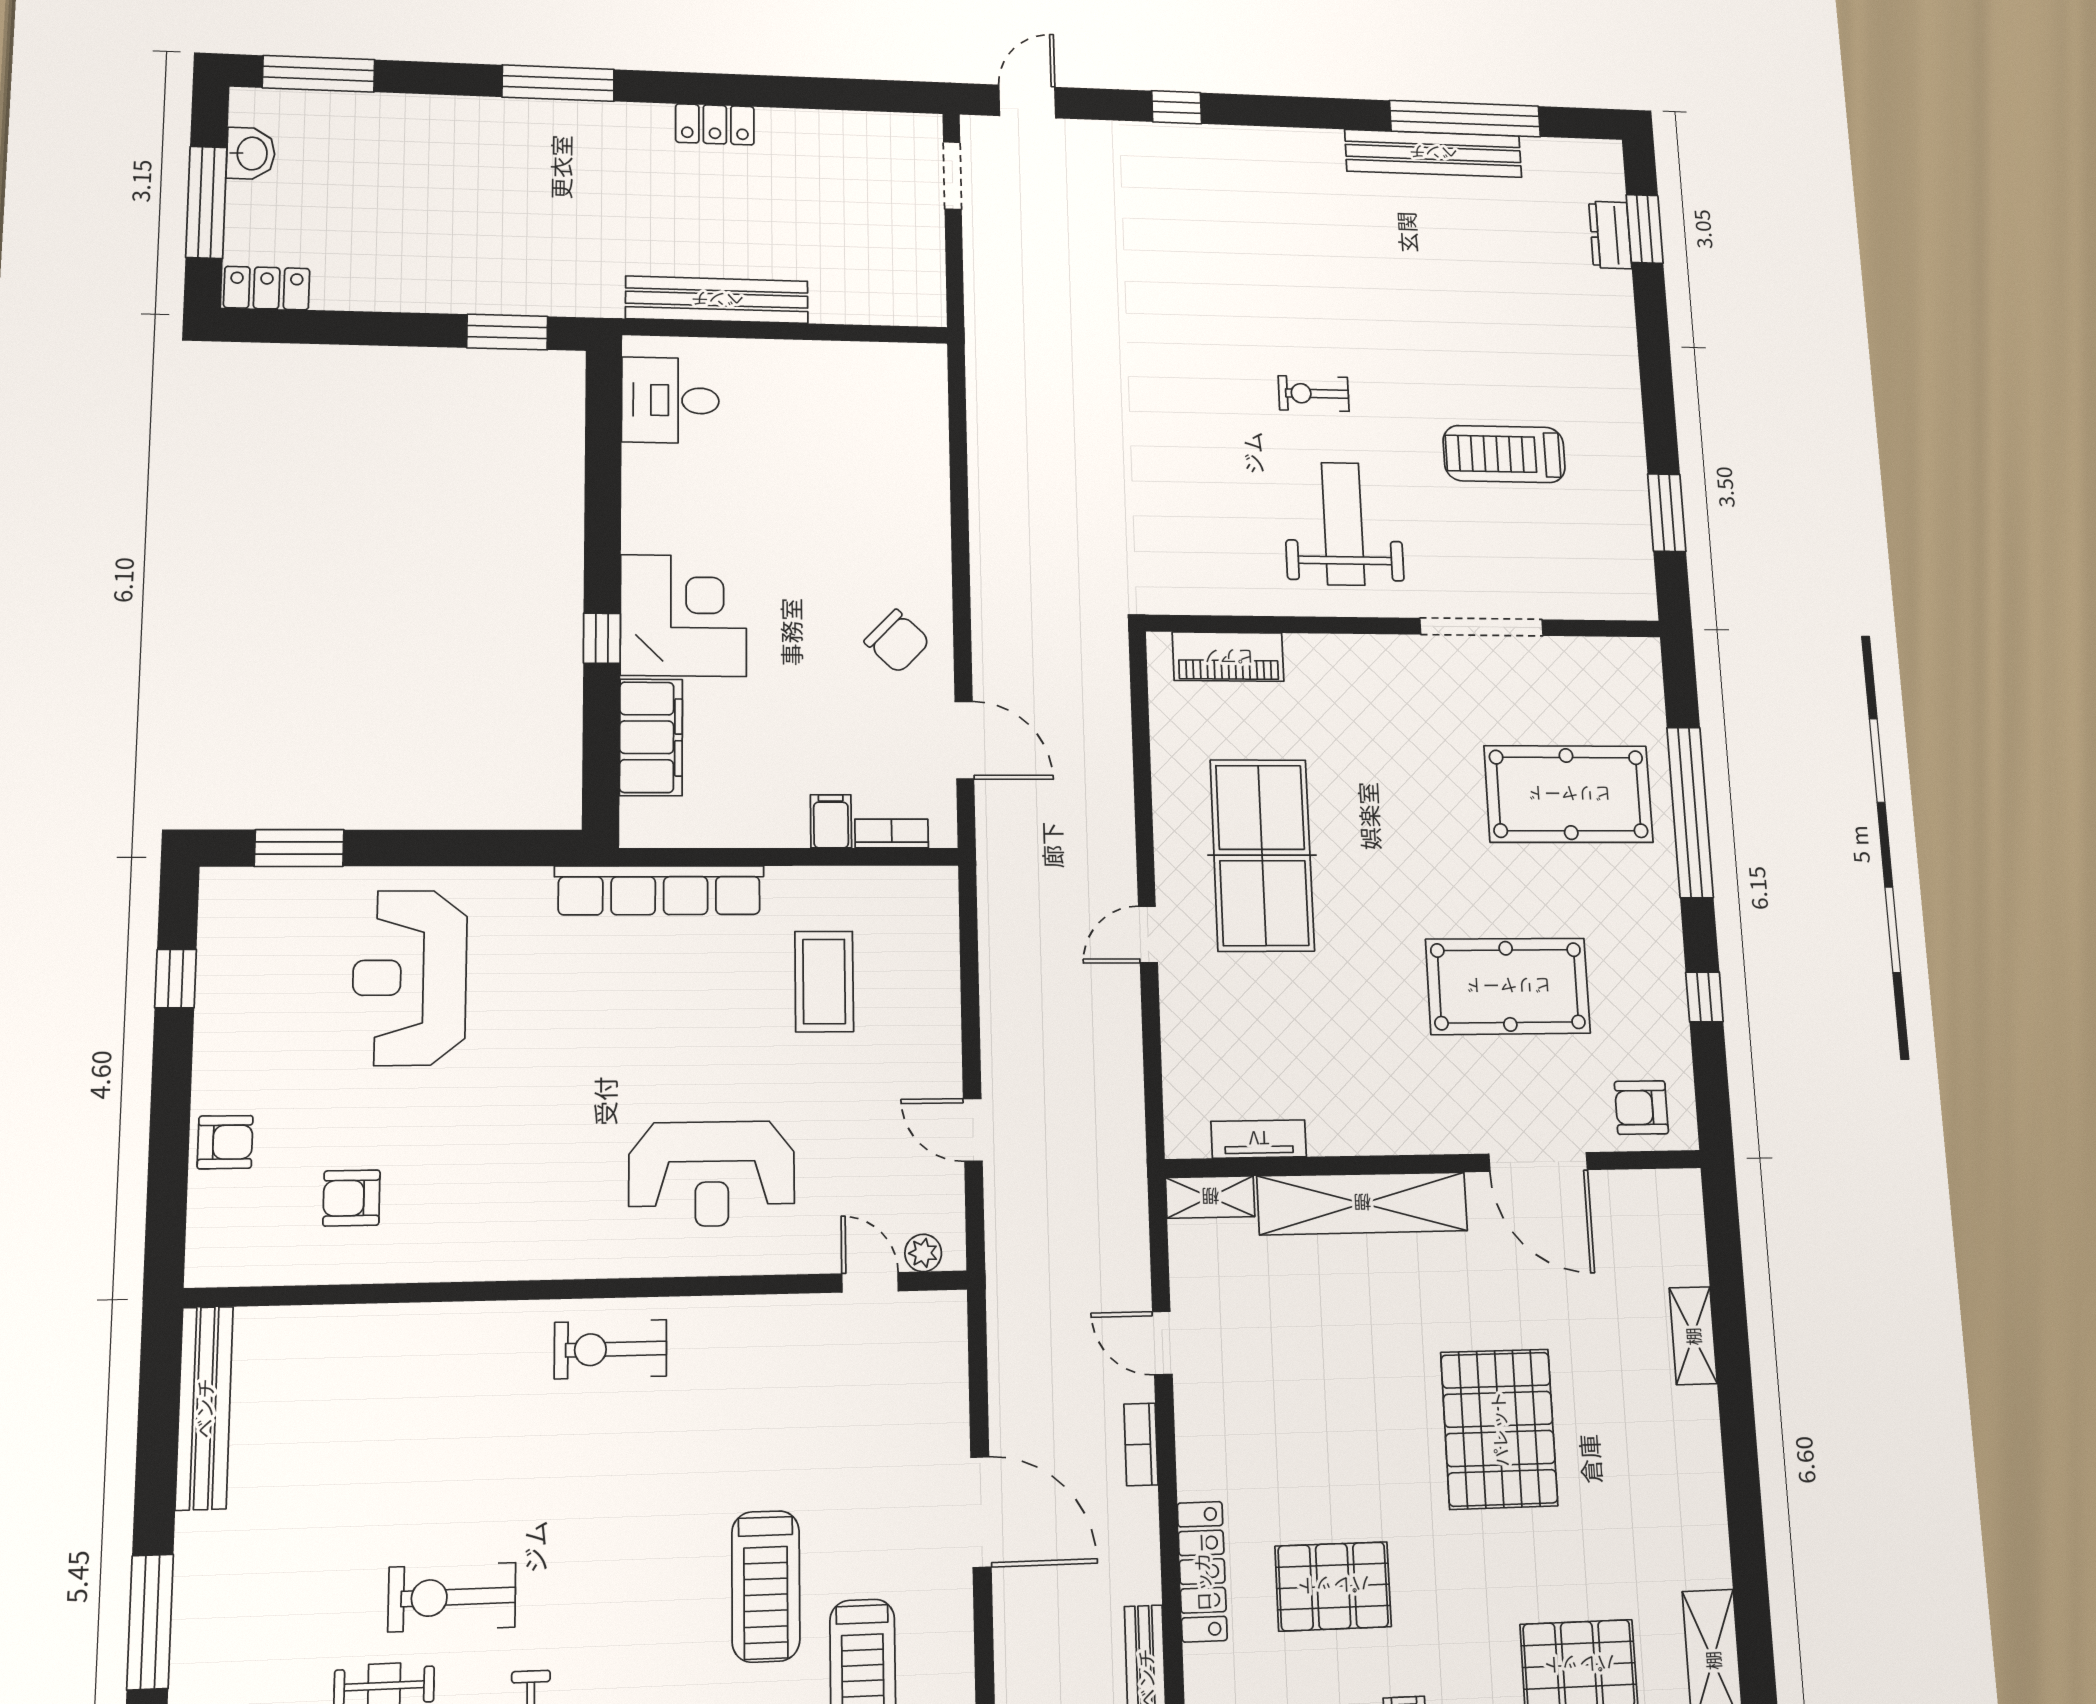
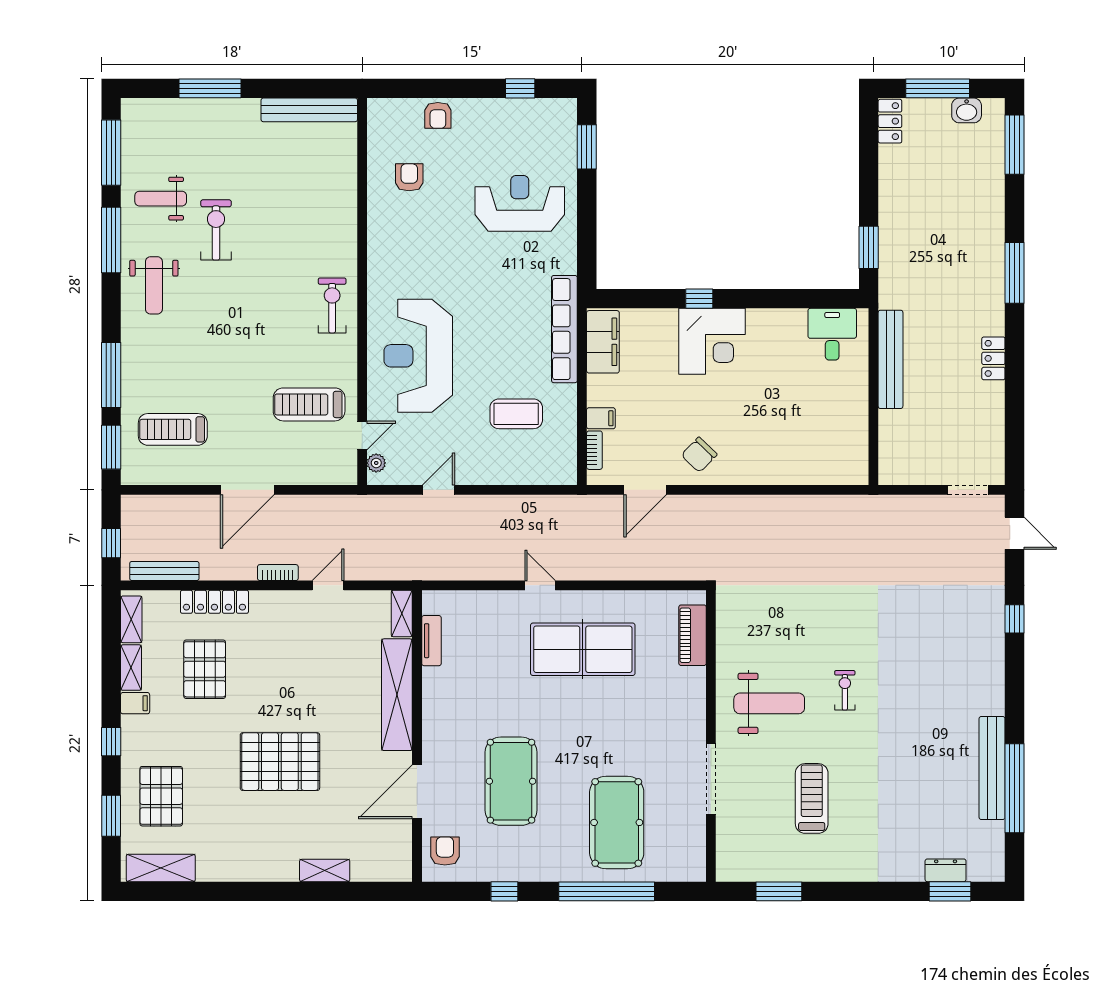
filing cabinet: (651, 737) -> (603, 342), moved, turned -90
reception desk: (712, 1174) -> (418, 356), width x1.36, depth x1.30
treadmill: (766, 1586) -> (309, 404), moved

